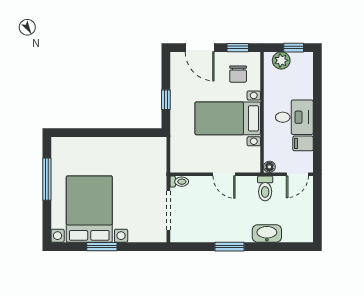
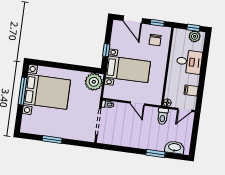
plant: (281, 60) -> (195, 36), moved
desk: (294, 117) -> (189, 62), moved
bed with nightstands: (228, 118) -> (128, 69), moved, turned 180
plant: (153, 150) -> (94, 82), added
bed with nightstands: (89, 209) -> (47, 92), moved, turned 90
washbasin: (267, 233) -> (175, 147), moved
window: (230, 247) -> (155, 153), moved

